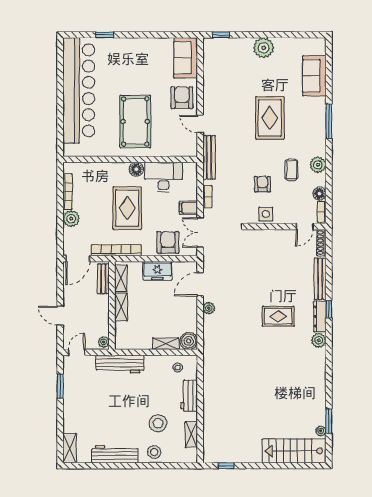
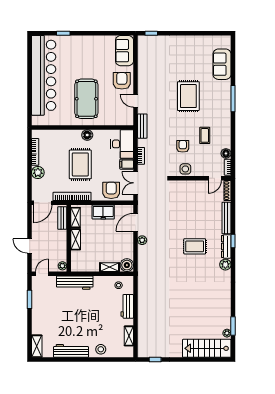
plant: (264, 48) -> (184, 43), removed
bench: (209, 157) -> (142, 126), width x0.73
plant: (318, 165) -> (225, 132), removed
desk: (163, 177) -> (122, 144), moved, turned 90
stool: (158, 423) -> (104, 327), removed

